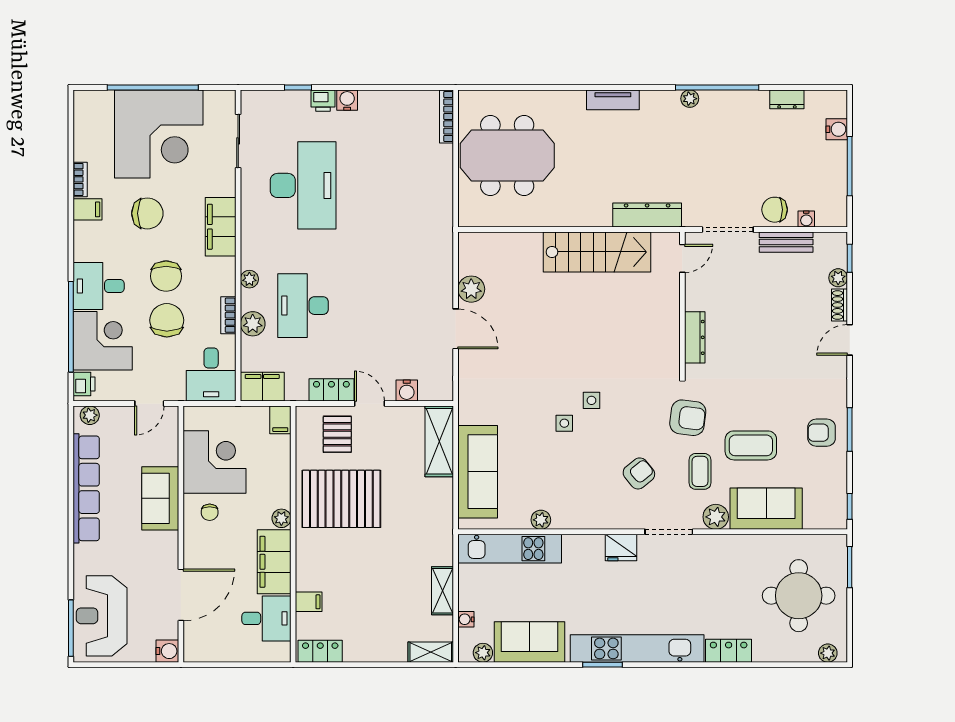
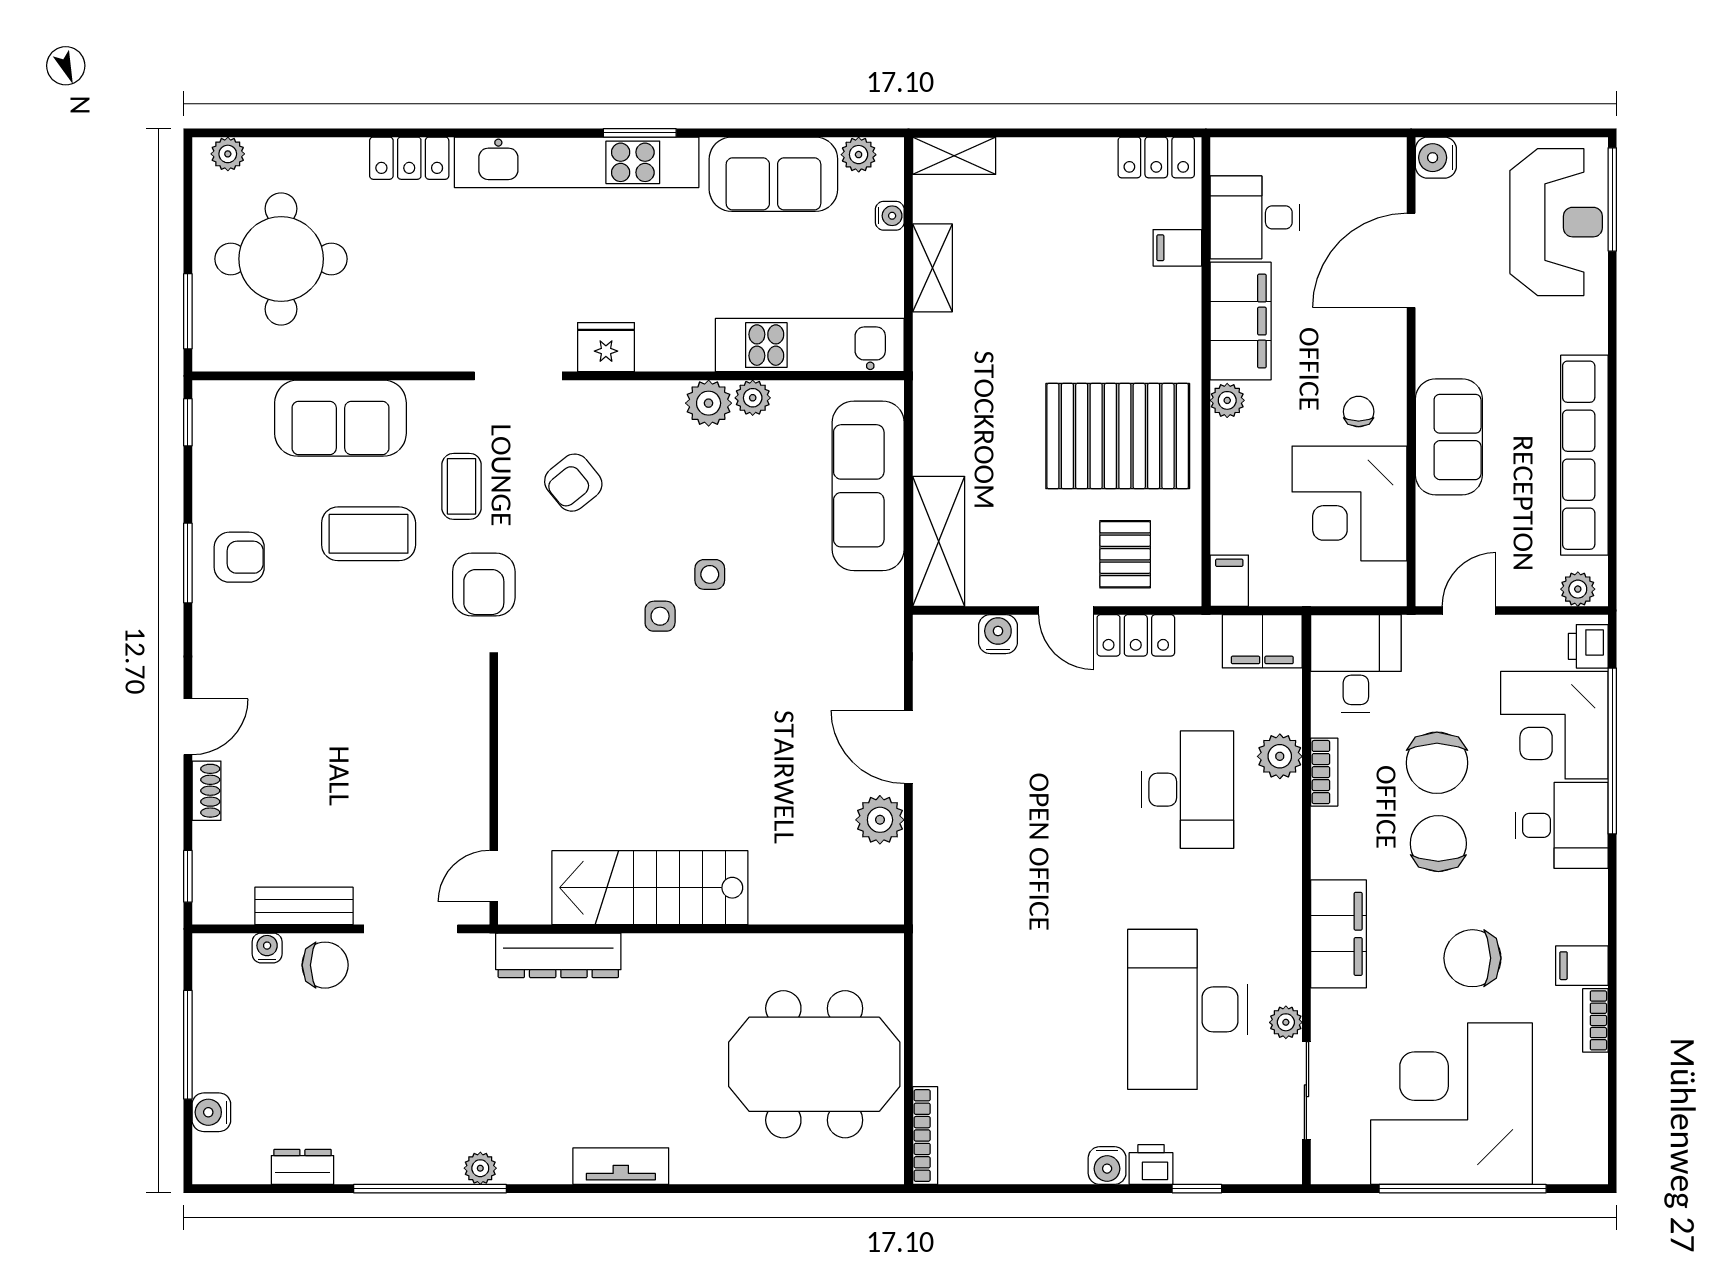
plant: (838, 278) -> (209, 840), removed
plant: (249, 279) -> (1286, 1022), moved
dresser: (695, 337) -> (471, 732), removed
armchair: (688, 418) -> (484, 585), turned -97
plant: (716, 517) -> (709, 403), moved

